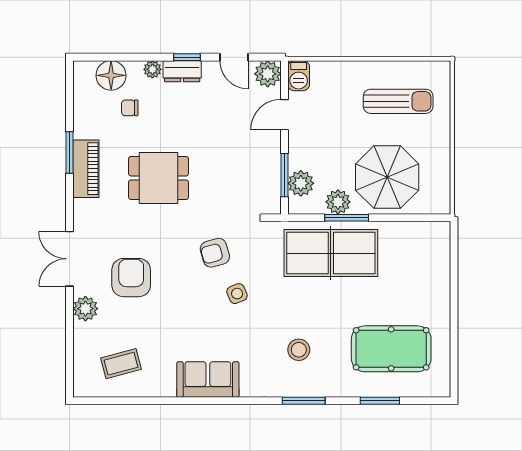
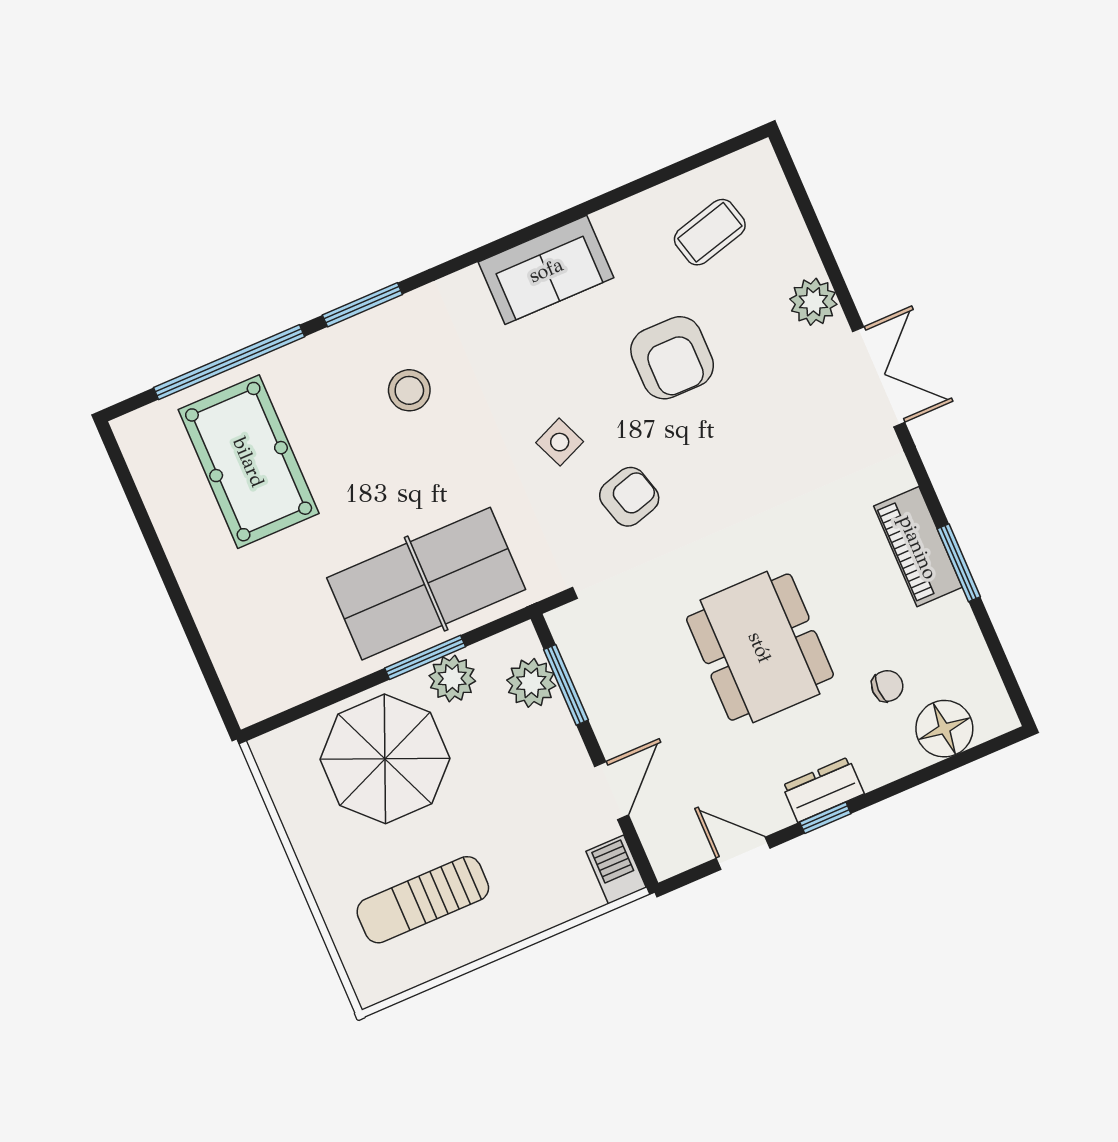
plant: (152, 69) -> (876, 770), removed
plant: (268, 74) -> (671, 850), removed
dining table: (159, 178) -> (760, 647), moved, width x1.38
armchair: (131, 278) -> (672, 358), moved
pool table: (391, 349) -> (249, 462), turned 90
window: (380, 401) -> (229, 362), width x2.11

